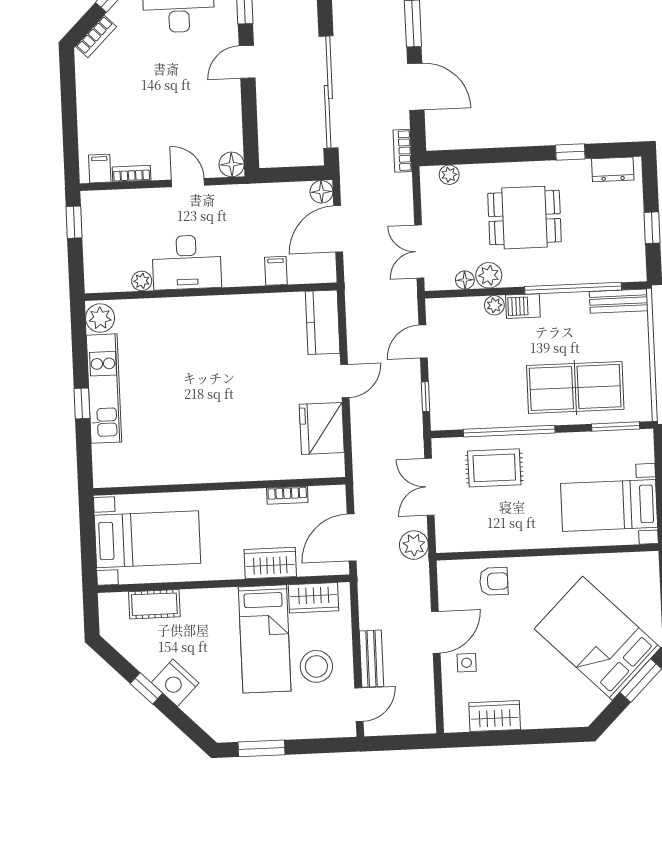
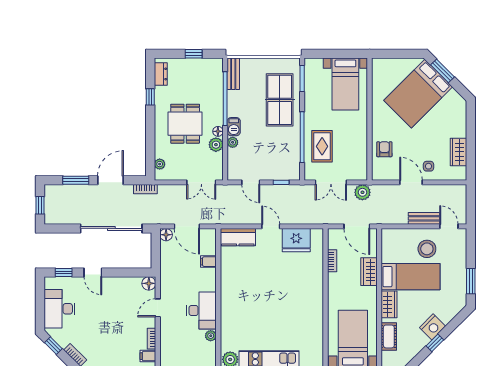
floor lamp: (465, 280) -> (218, 131), moved
wardrobe: (314, 598) -> (389, 304), moved

